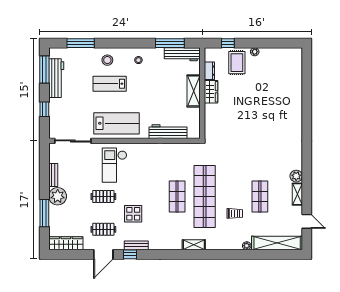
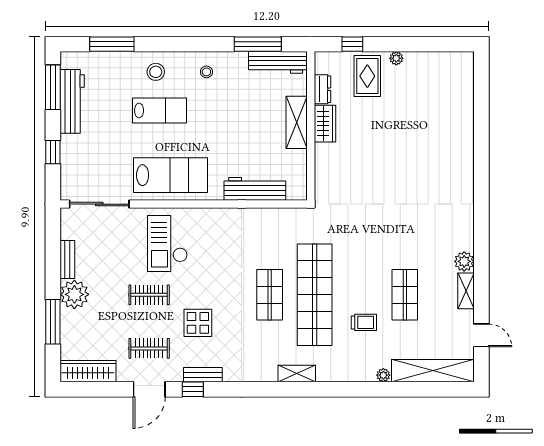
lab bench: (110, 84) -> (159, 110), turned 180

